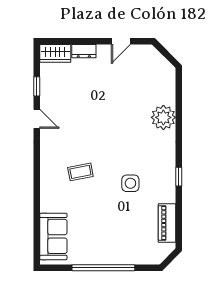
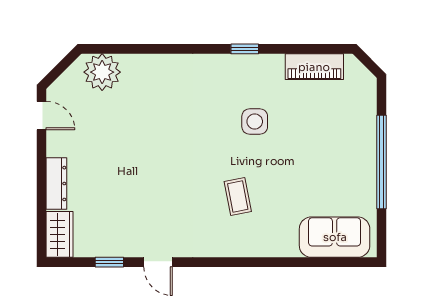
door: (121, 41) -> (42, 116), moved
dresser: (84, 51) -> (56, 184), width x1.44
plant: (163, 117) -> (102, 72), moved
door: (37, 119) -> (158, 262), swing flipped

